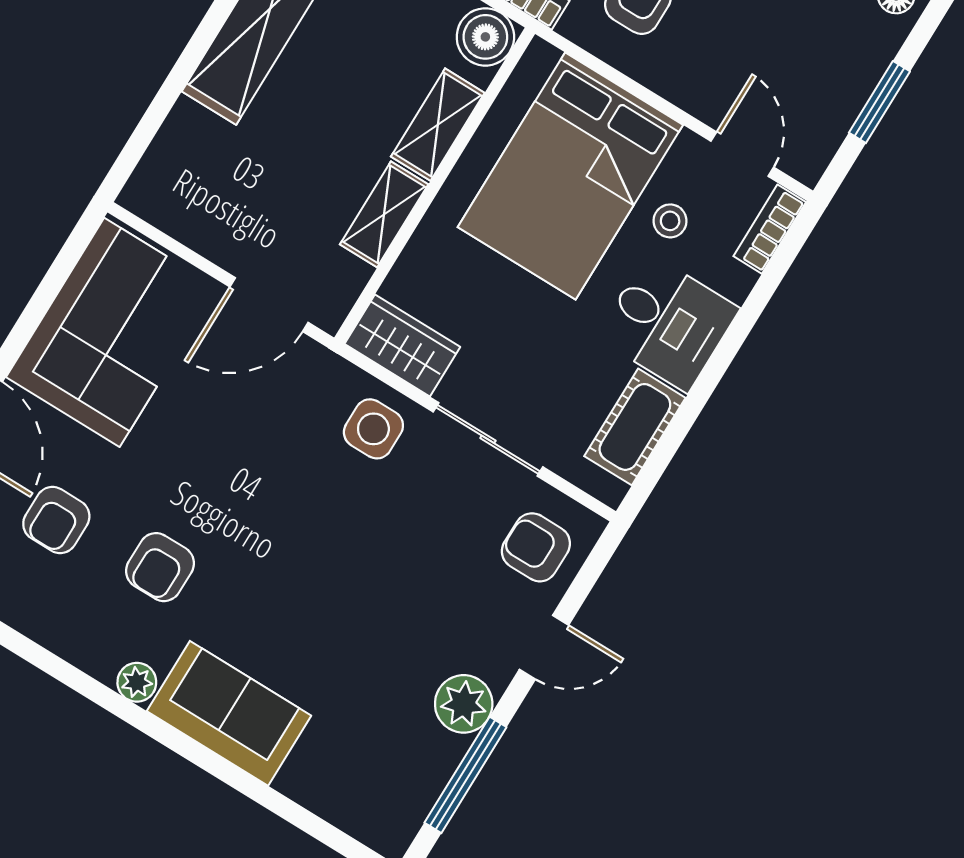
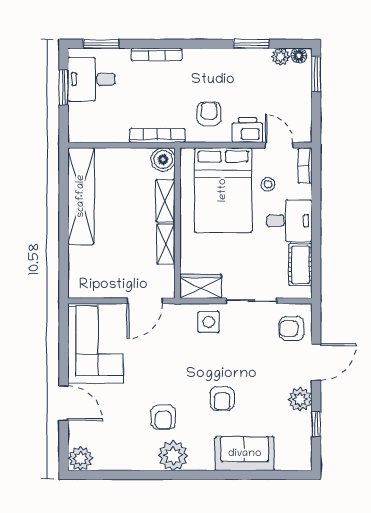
printer: (696, 83) -> (247, 130), added
window: (879, 102) -> (316, 74), moved
armchair: (56, 520) -> (222, 399), moved
door: (544, 647) -> (316, 362), width x1.38
plant: (137, 682) -> (173, 456), width x1.88, depth x1.88
sofa: (229, 713) -> (245, 454), moved
window: (465, 775) -> (316, 424), width x0.46

